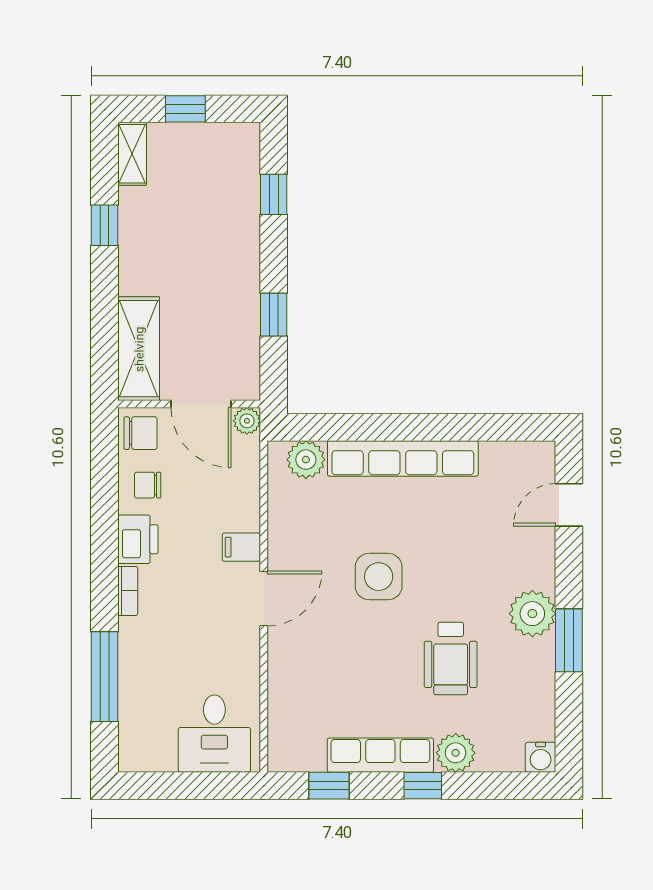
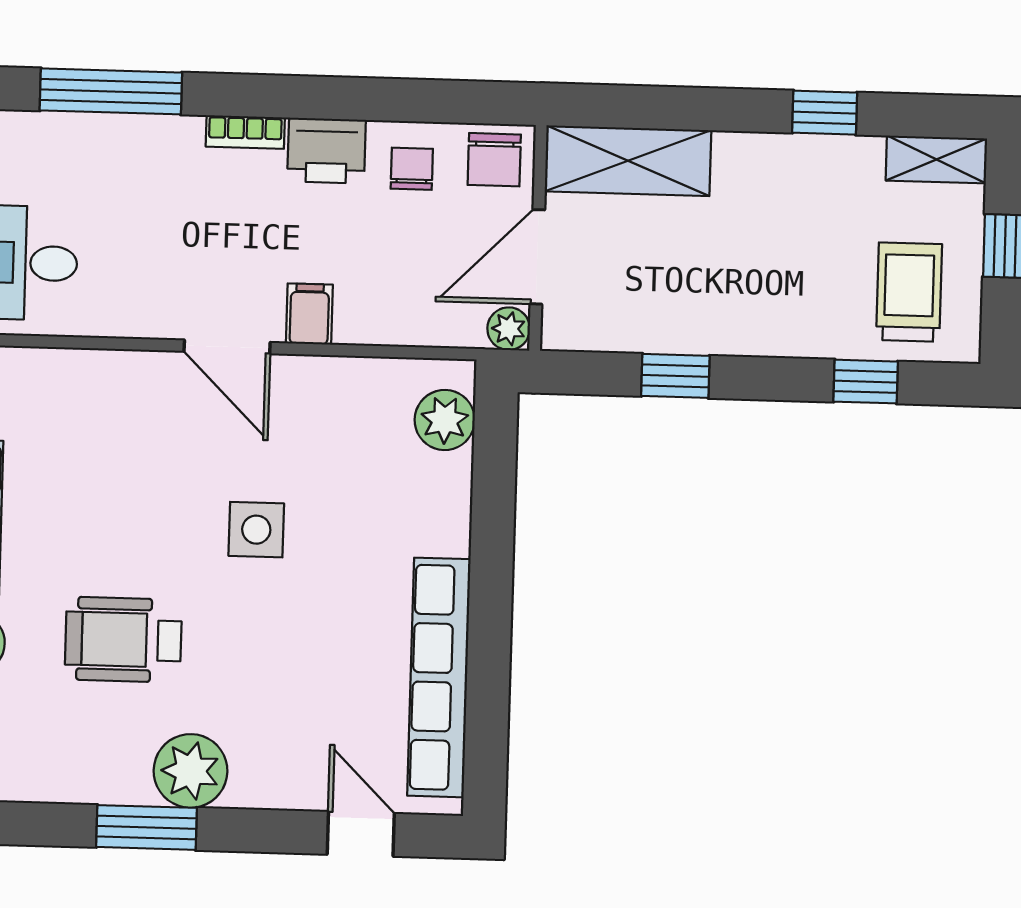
trolley: (216, 168) -> (909, 292), added
row of seats: (403, 458) -> (439, 677), moved
side table: (379, 577) -> (256, 530), width x0.73, depth x0.73

